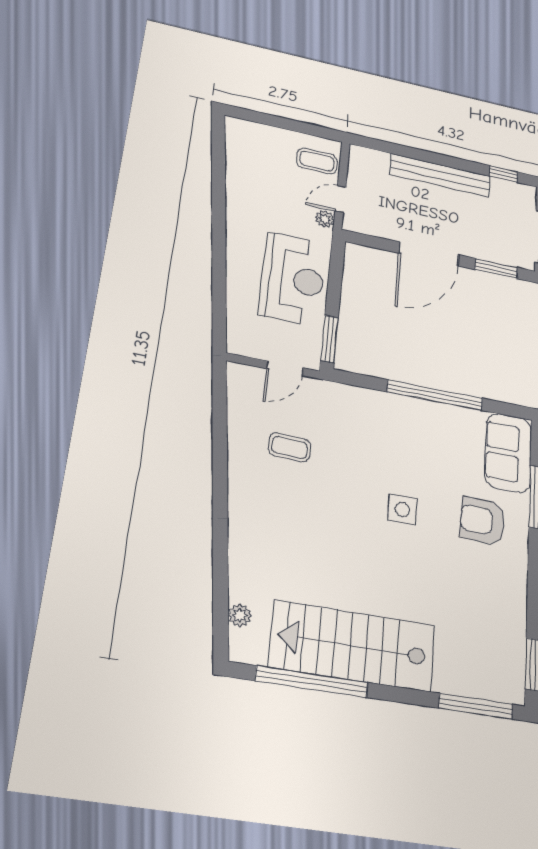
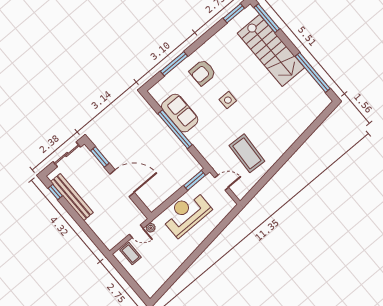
bench: (440, 175) -> (72, 197), moved
coffee table: (290, 447) -> (247, 153), width x1.86, depth x1.72
sofa: (508, 453) -> (180, 113), moved, turned -90
armchair: (483, 521) -> (203, 72), turned 88
plant: (240, 615) -> (316, 112), removed
stairs: (353, 646) -> (271, 50), moved

